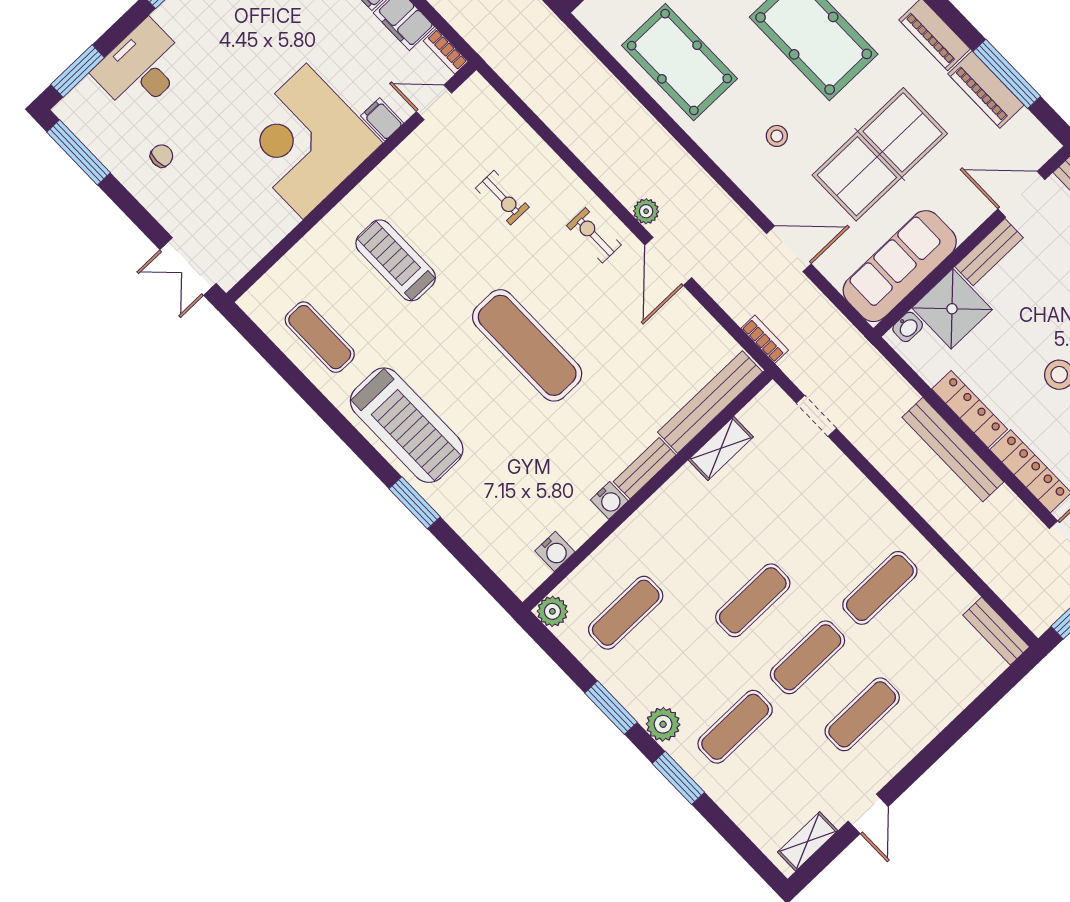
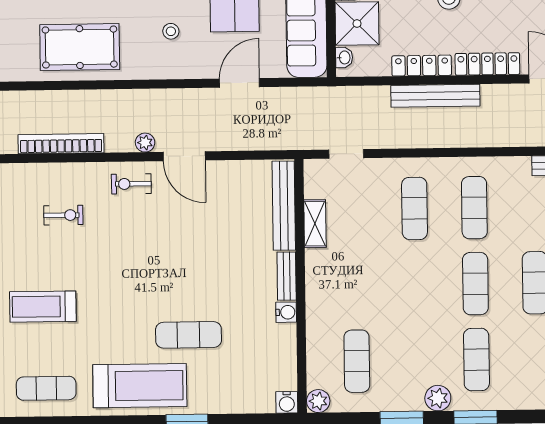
bookcase: (765, 339) -> (61, 144), moved, width x2.31, depth x1.31
exercise mat: (527, 345) -> (189, 335), moved, width x0.73, depth x0.69
water cooler: (555, 551) -> (287, 402), moved, turned 90
exercise mat: (753, 600) -> (415, 208), moved

